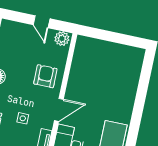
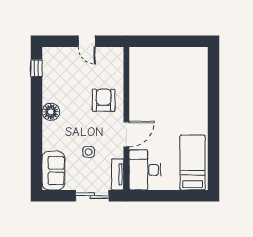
plant: (62, 39) -> (113, 55), removed

